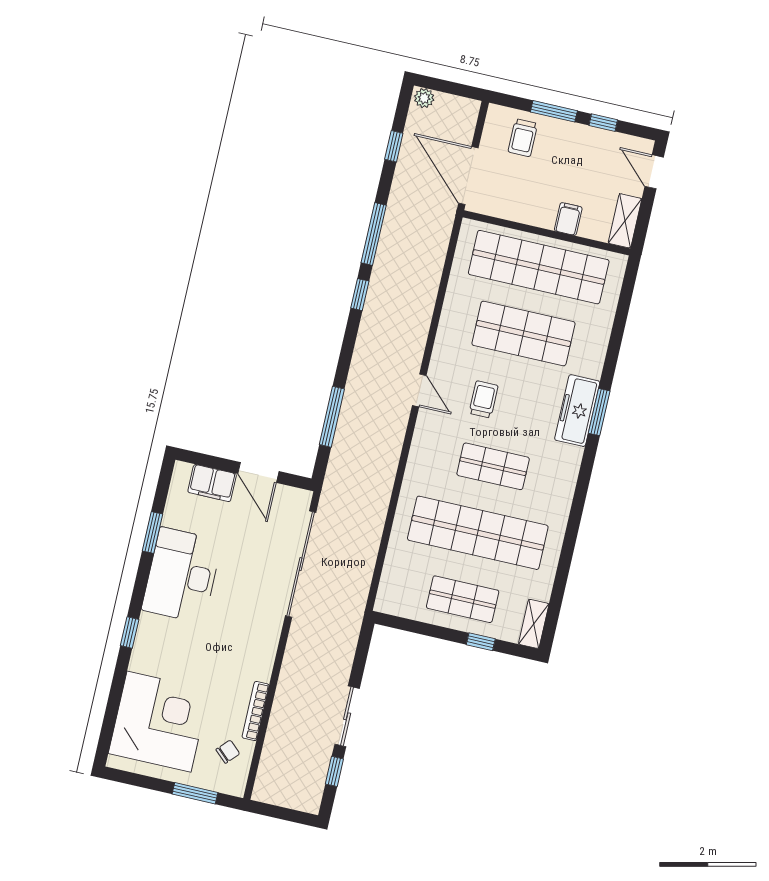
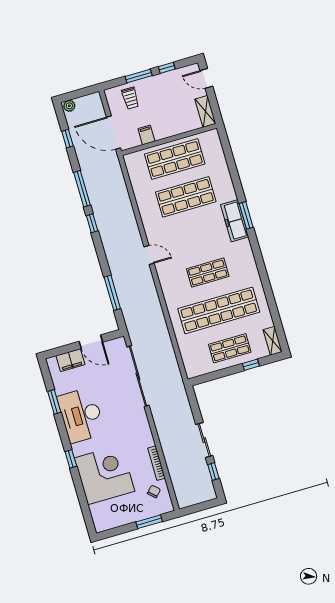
filing cabinet: (568, 219) -> (146, 135), moved
shop shelf: (539, 267) -> (175, 159), width x0.71
trolley: (484, 399) -> (184, 241), removed
corner desk: (159, 722) -> (105, 475), moved

